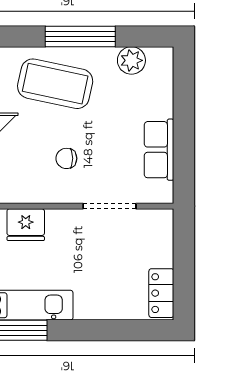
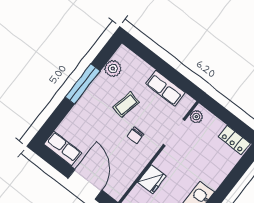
coffee table: (55, 84) -> (126, 105), moved, width x0.54, depth x0.58
plant: (153, 219) -> (196, 117), added

